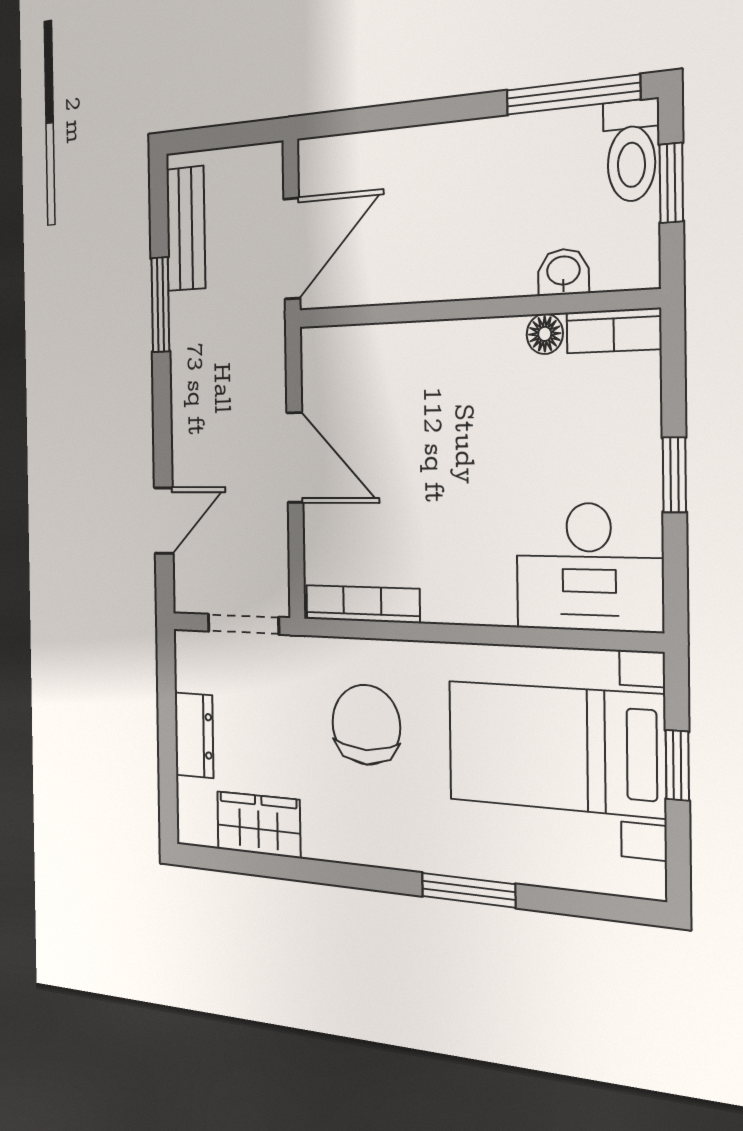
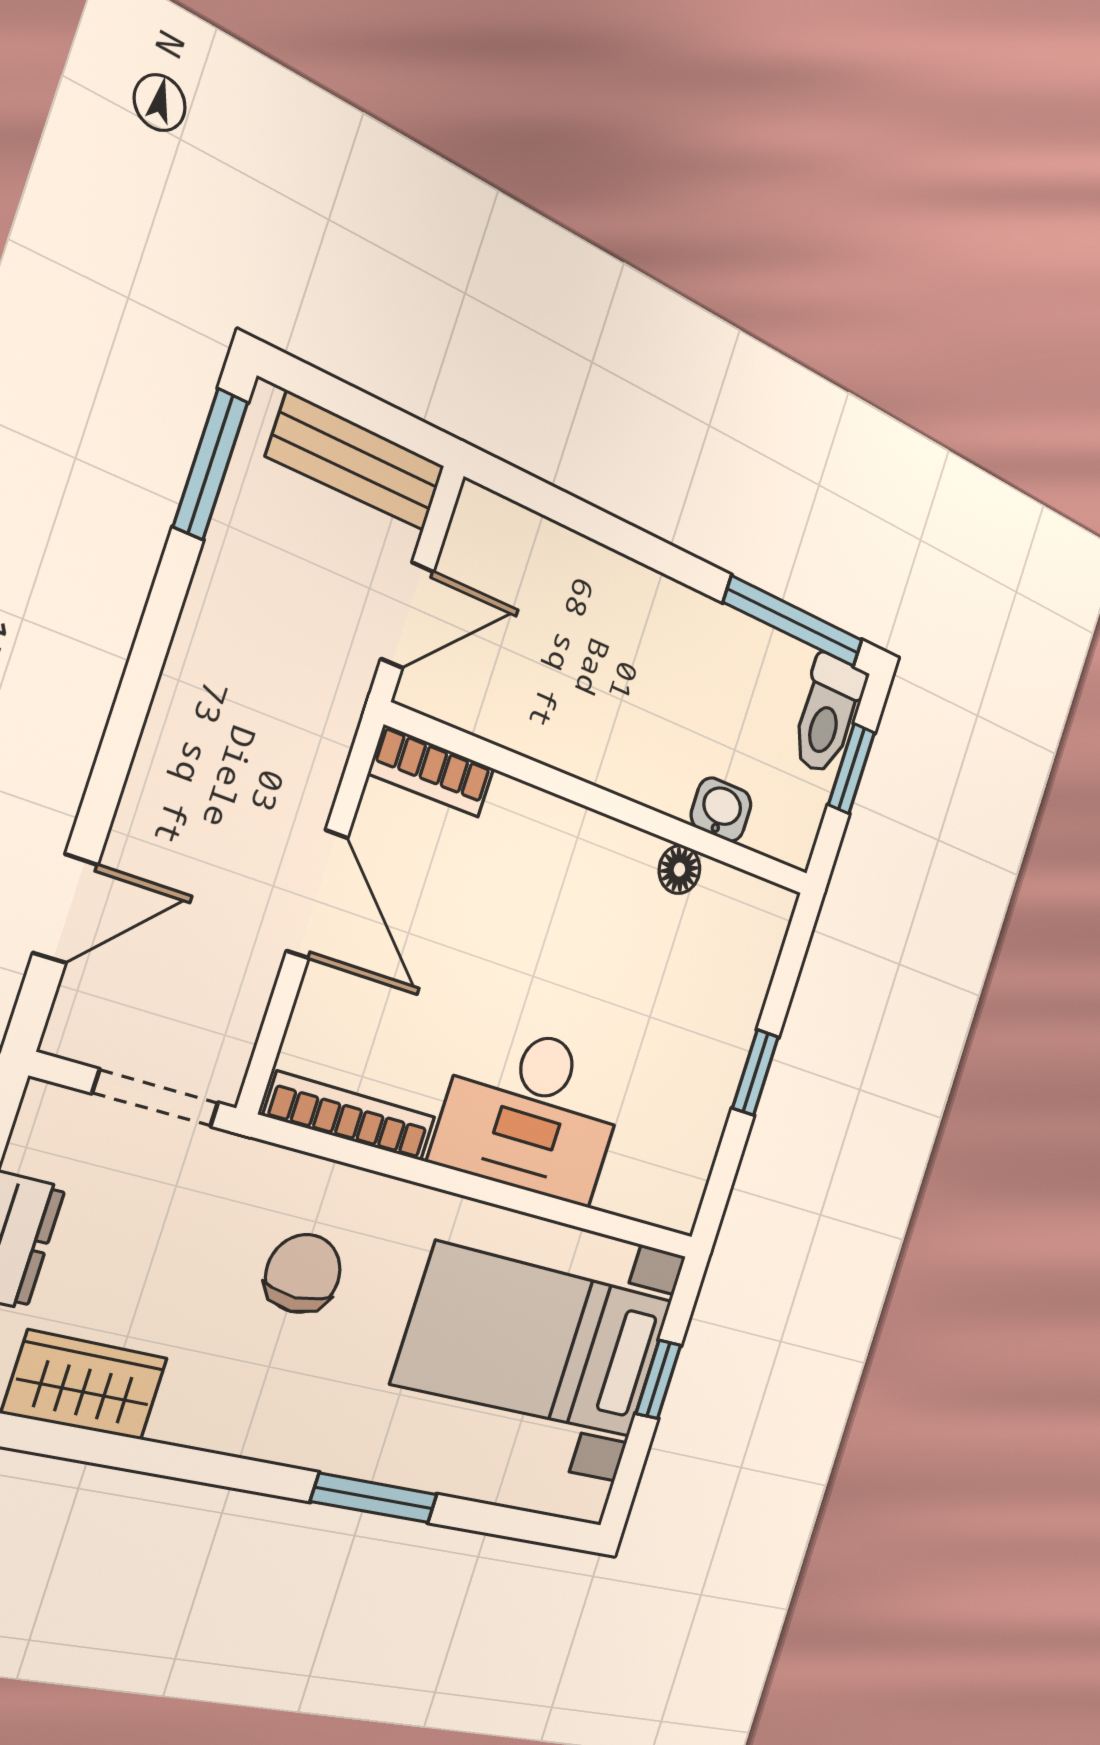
bench: (186, 229) -> (356, 461), moved, turned 90
door: (292, 249) -> (407, 615), width x0.73
window: (160, 305) -> (210, 464), moved
bookcase: (614, 331) -> (431, 771), moved
desk: (589, 567) -> (532, 1112), moved
chair: (366, 725) -> (303, 1273), width x0.73, depth x0.73

